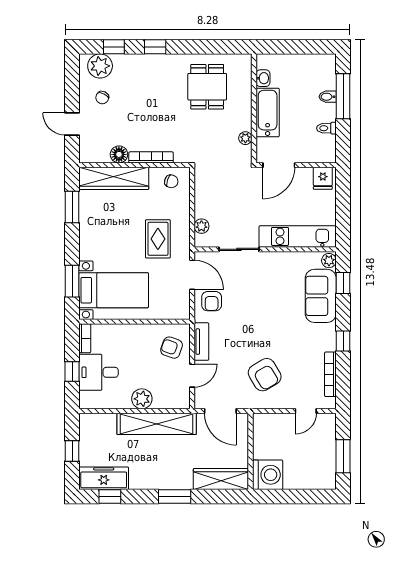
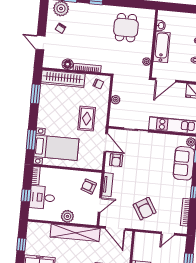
plant: (201, 226) -> (116, 100), moved

